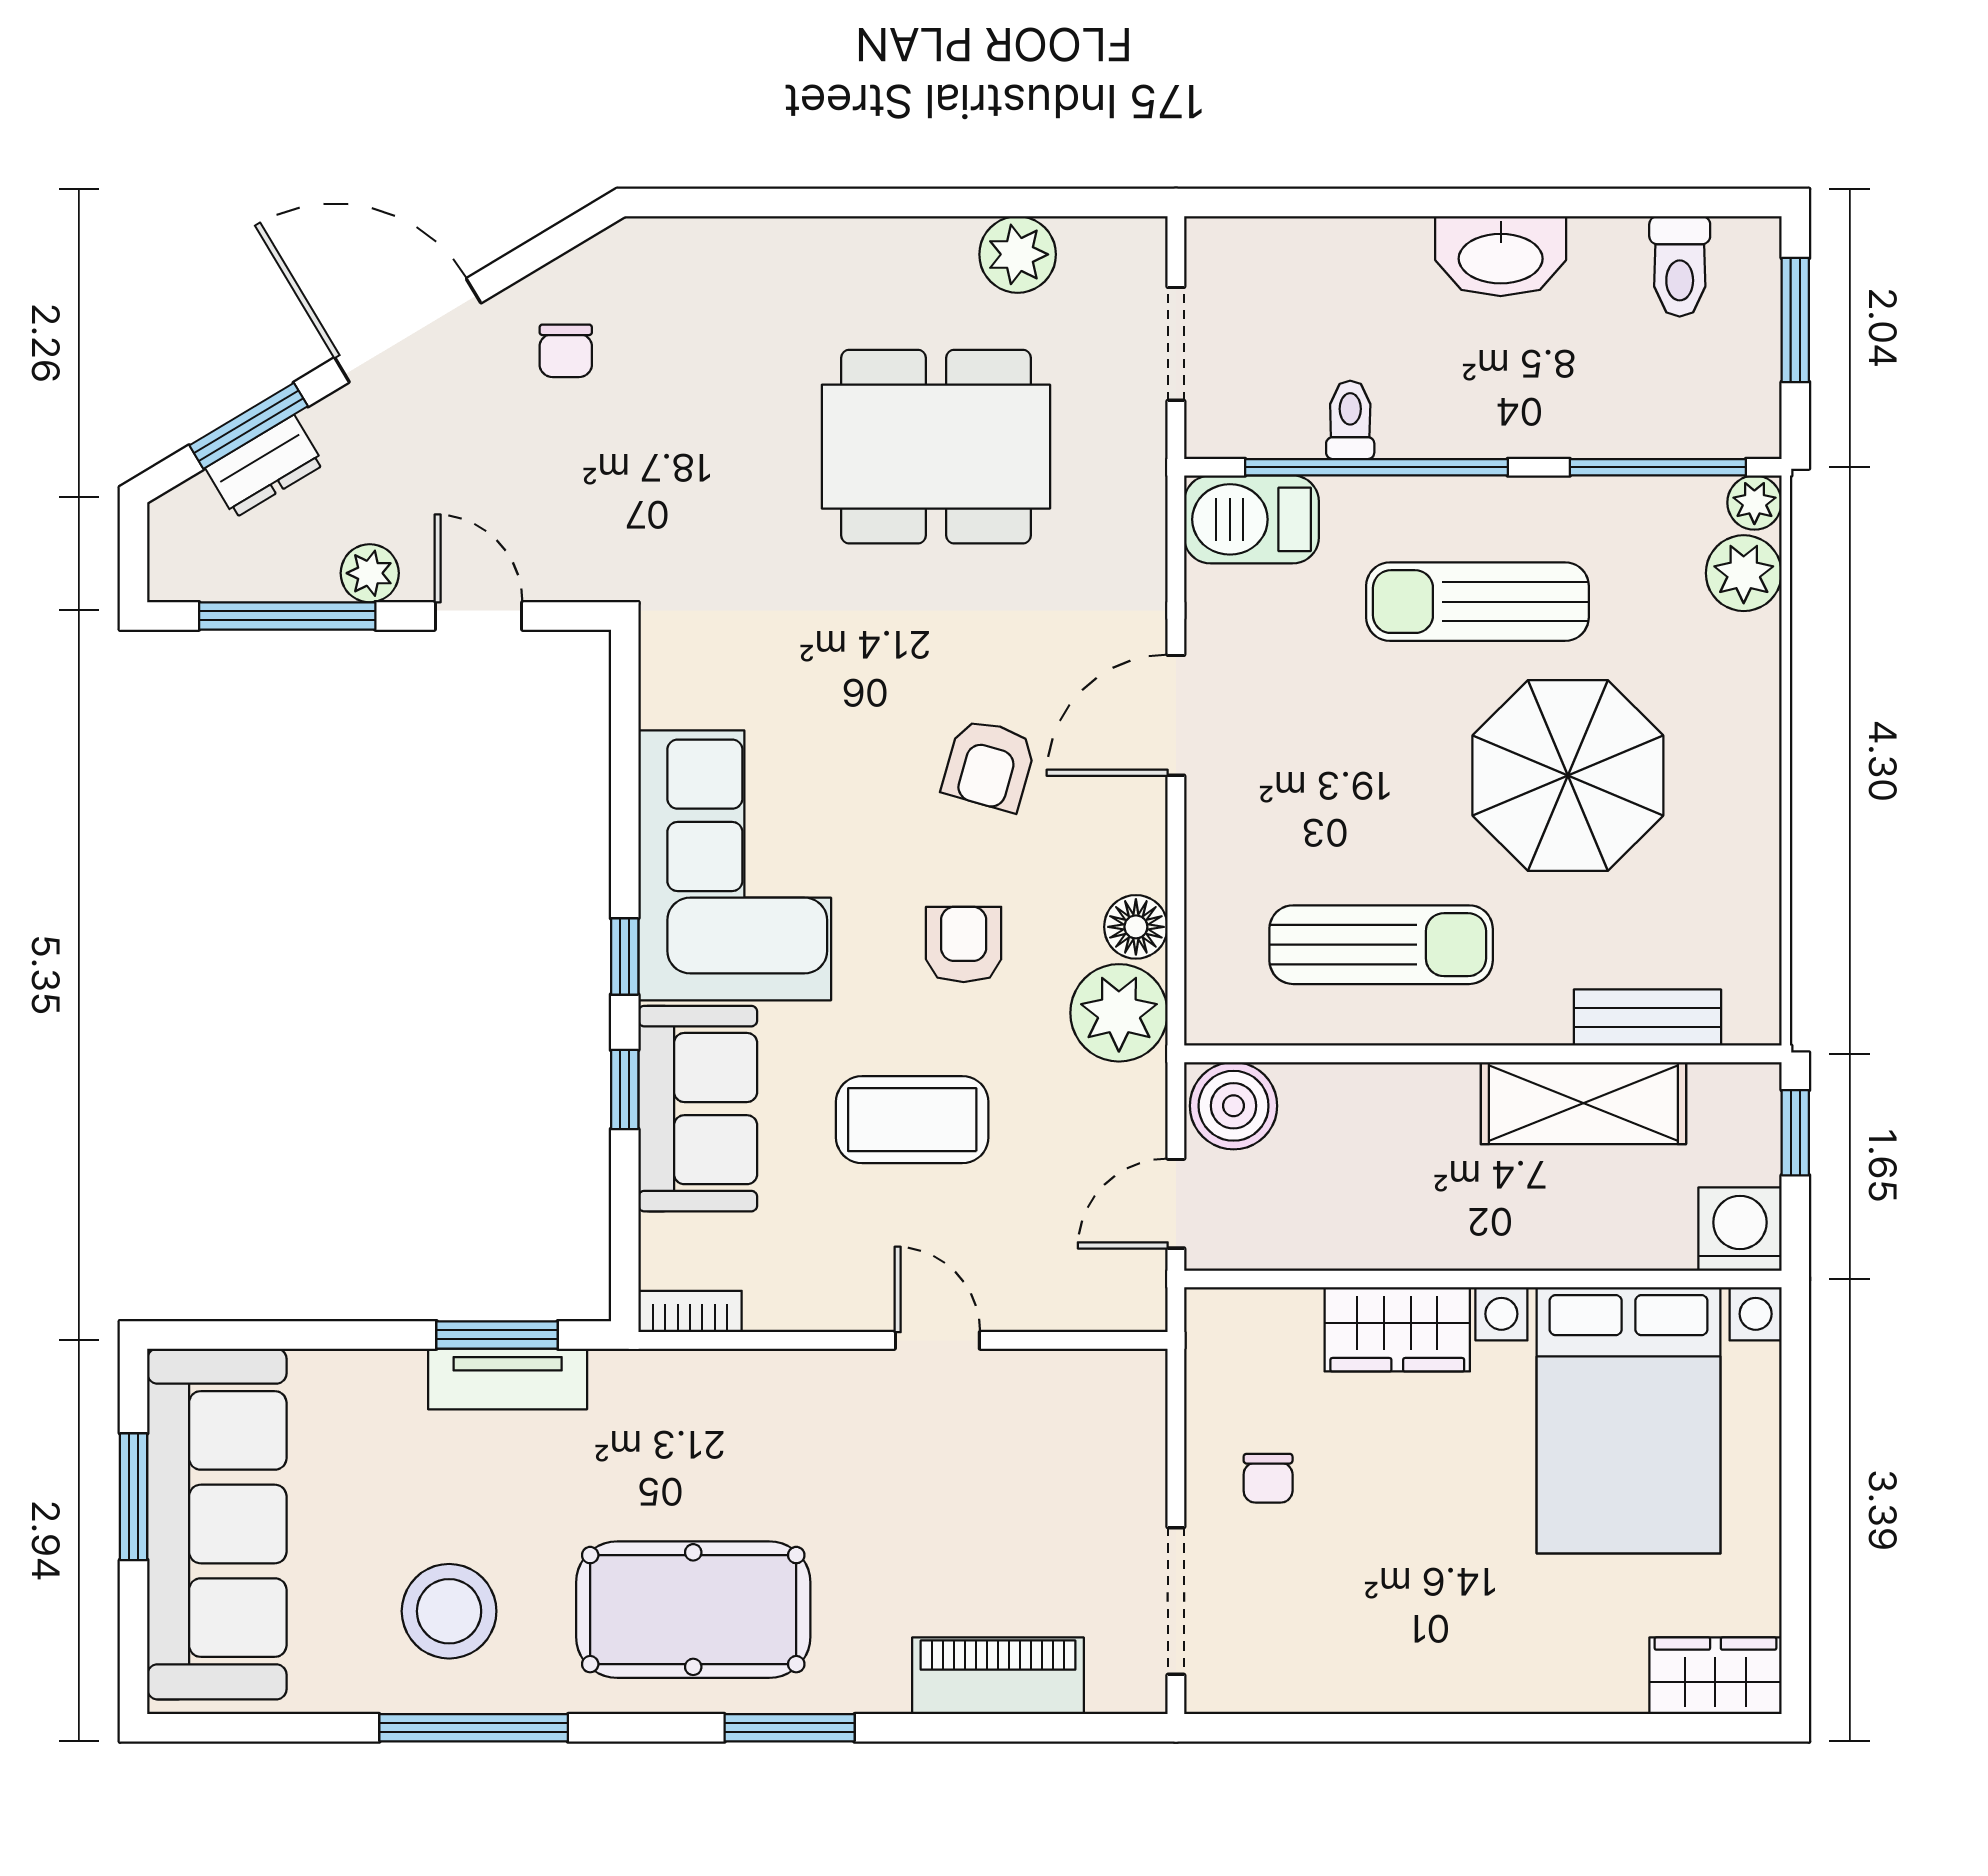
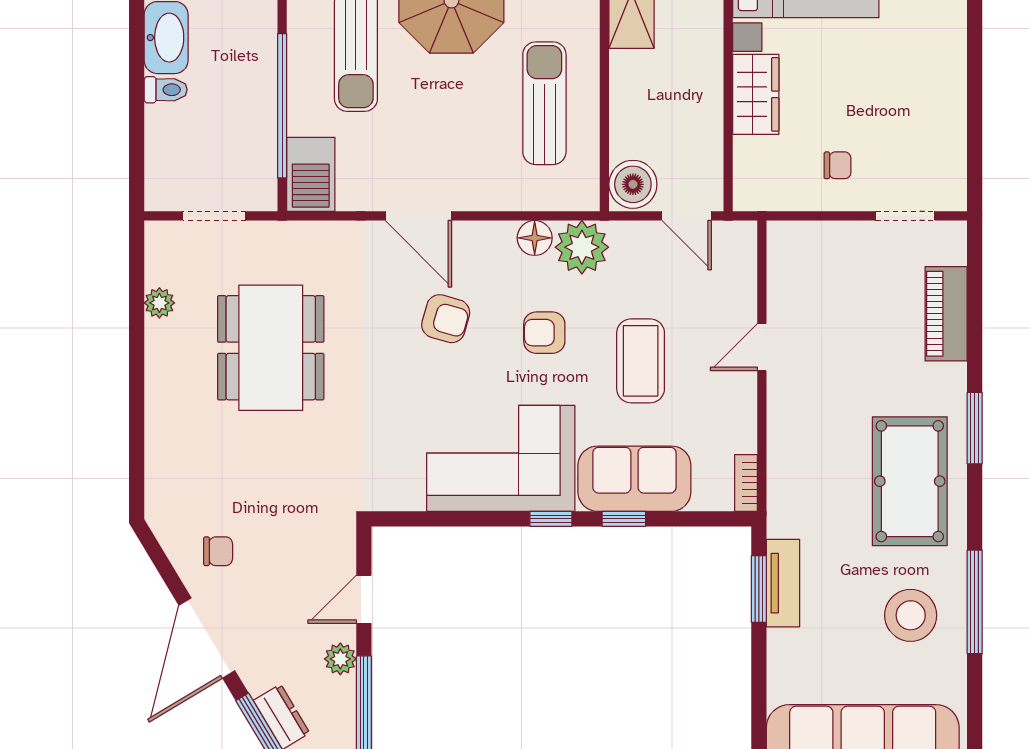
plant: (1018, 254) -> (159, 303), width x0.73, depth x0.73
toilet: (1350, 420) -> (166, 90), moved, turned 180
doorway: (1176, 1601) -> (905, 216), width x0.73

